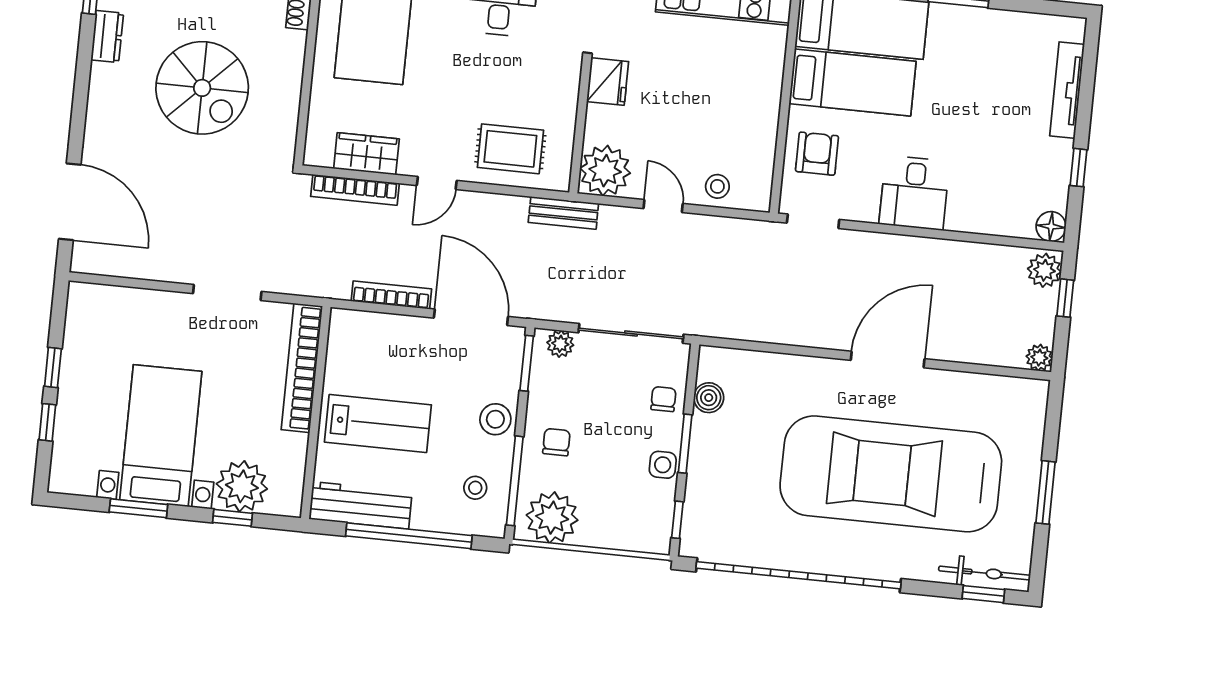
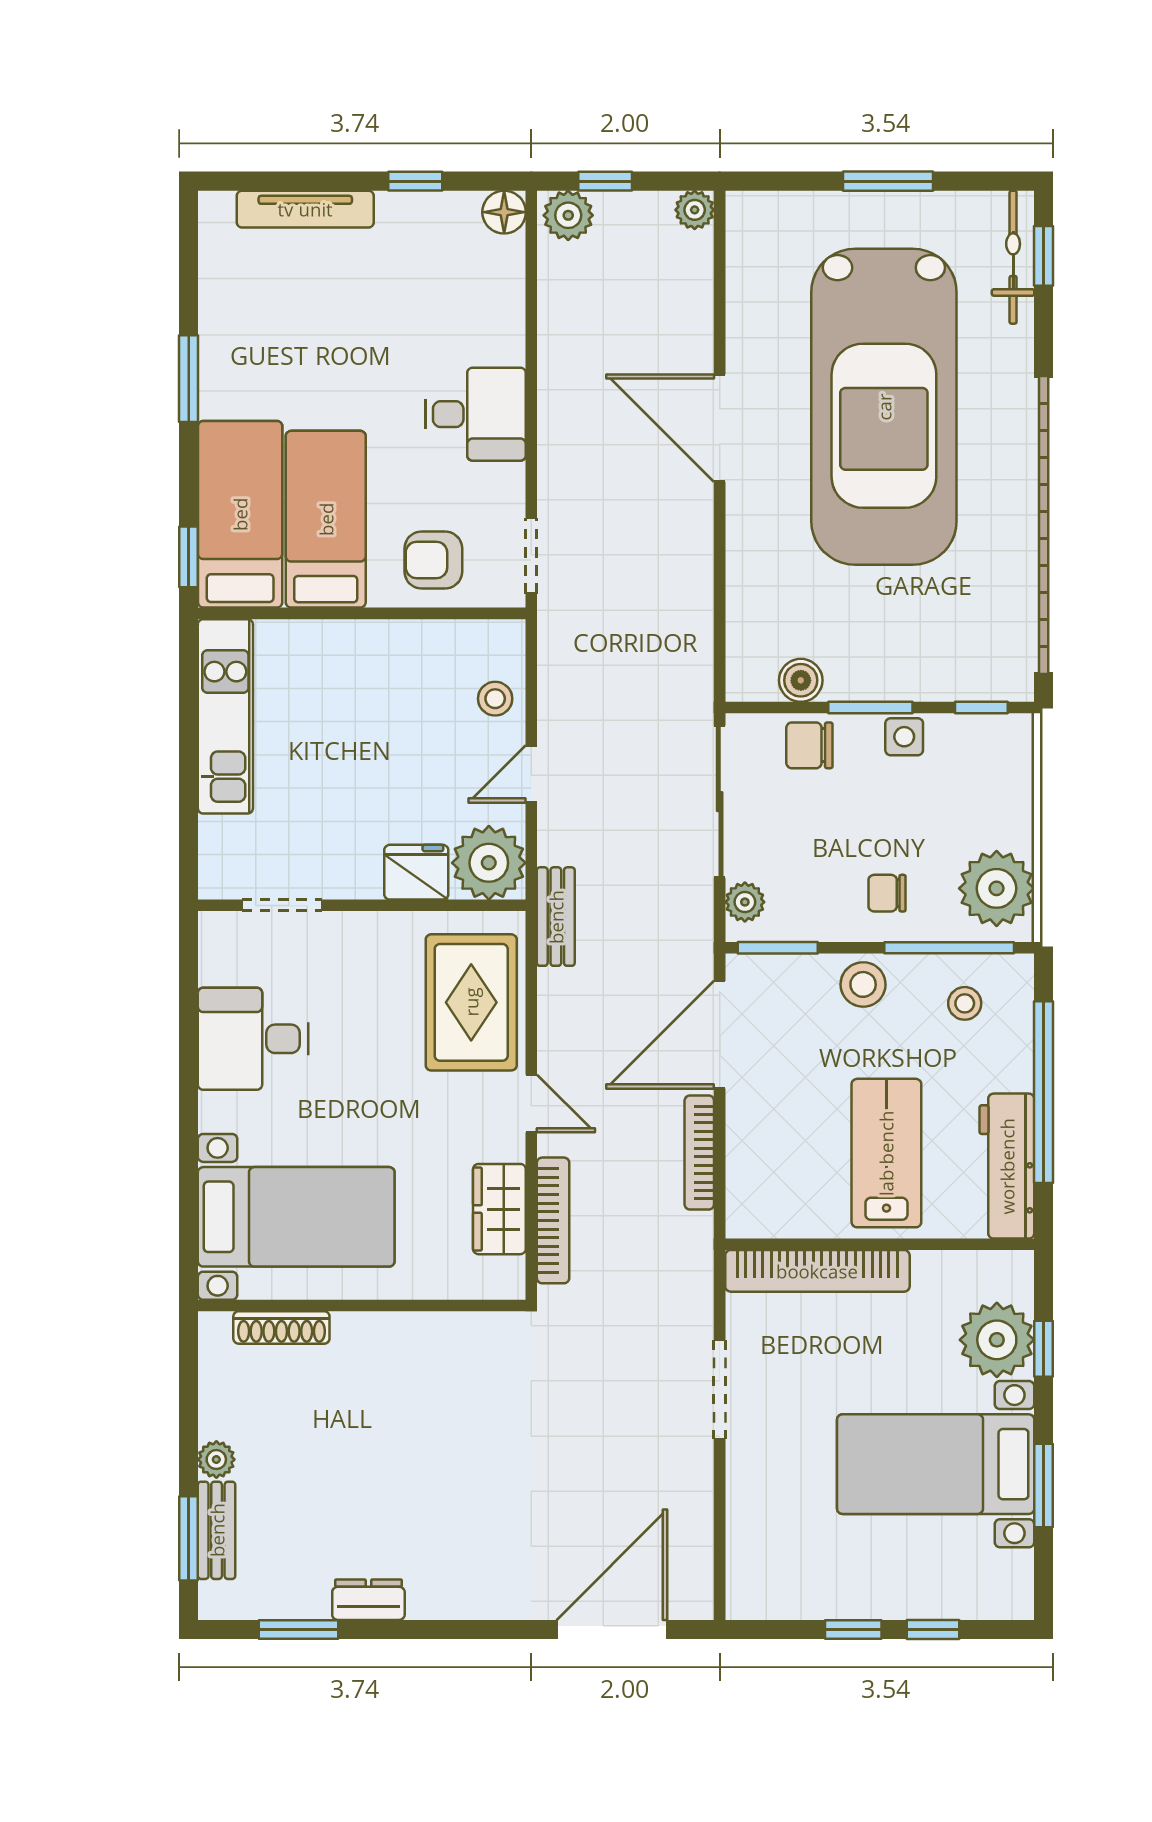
fridge: (608, 82) -> (416, 872), moved
spiral stairs: (202, 88) -> (429, 1455), removed
rug: (510, 149) -> (471, 1002), width x1.36, depth x1.43
chair: (663, 399) -> (809, 745), width x1.37, depth x1.37

